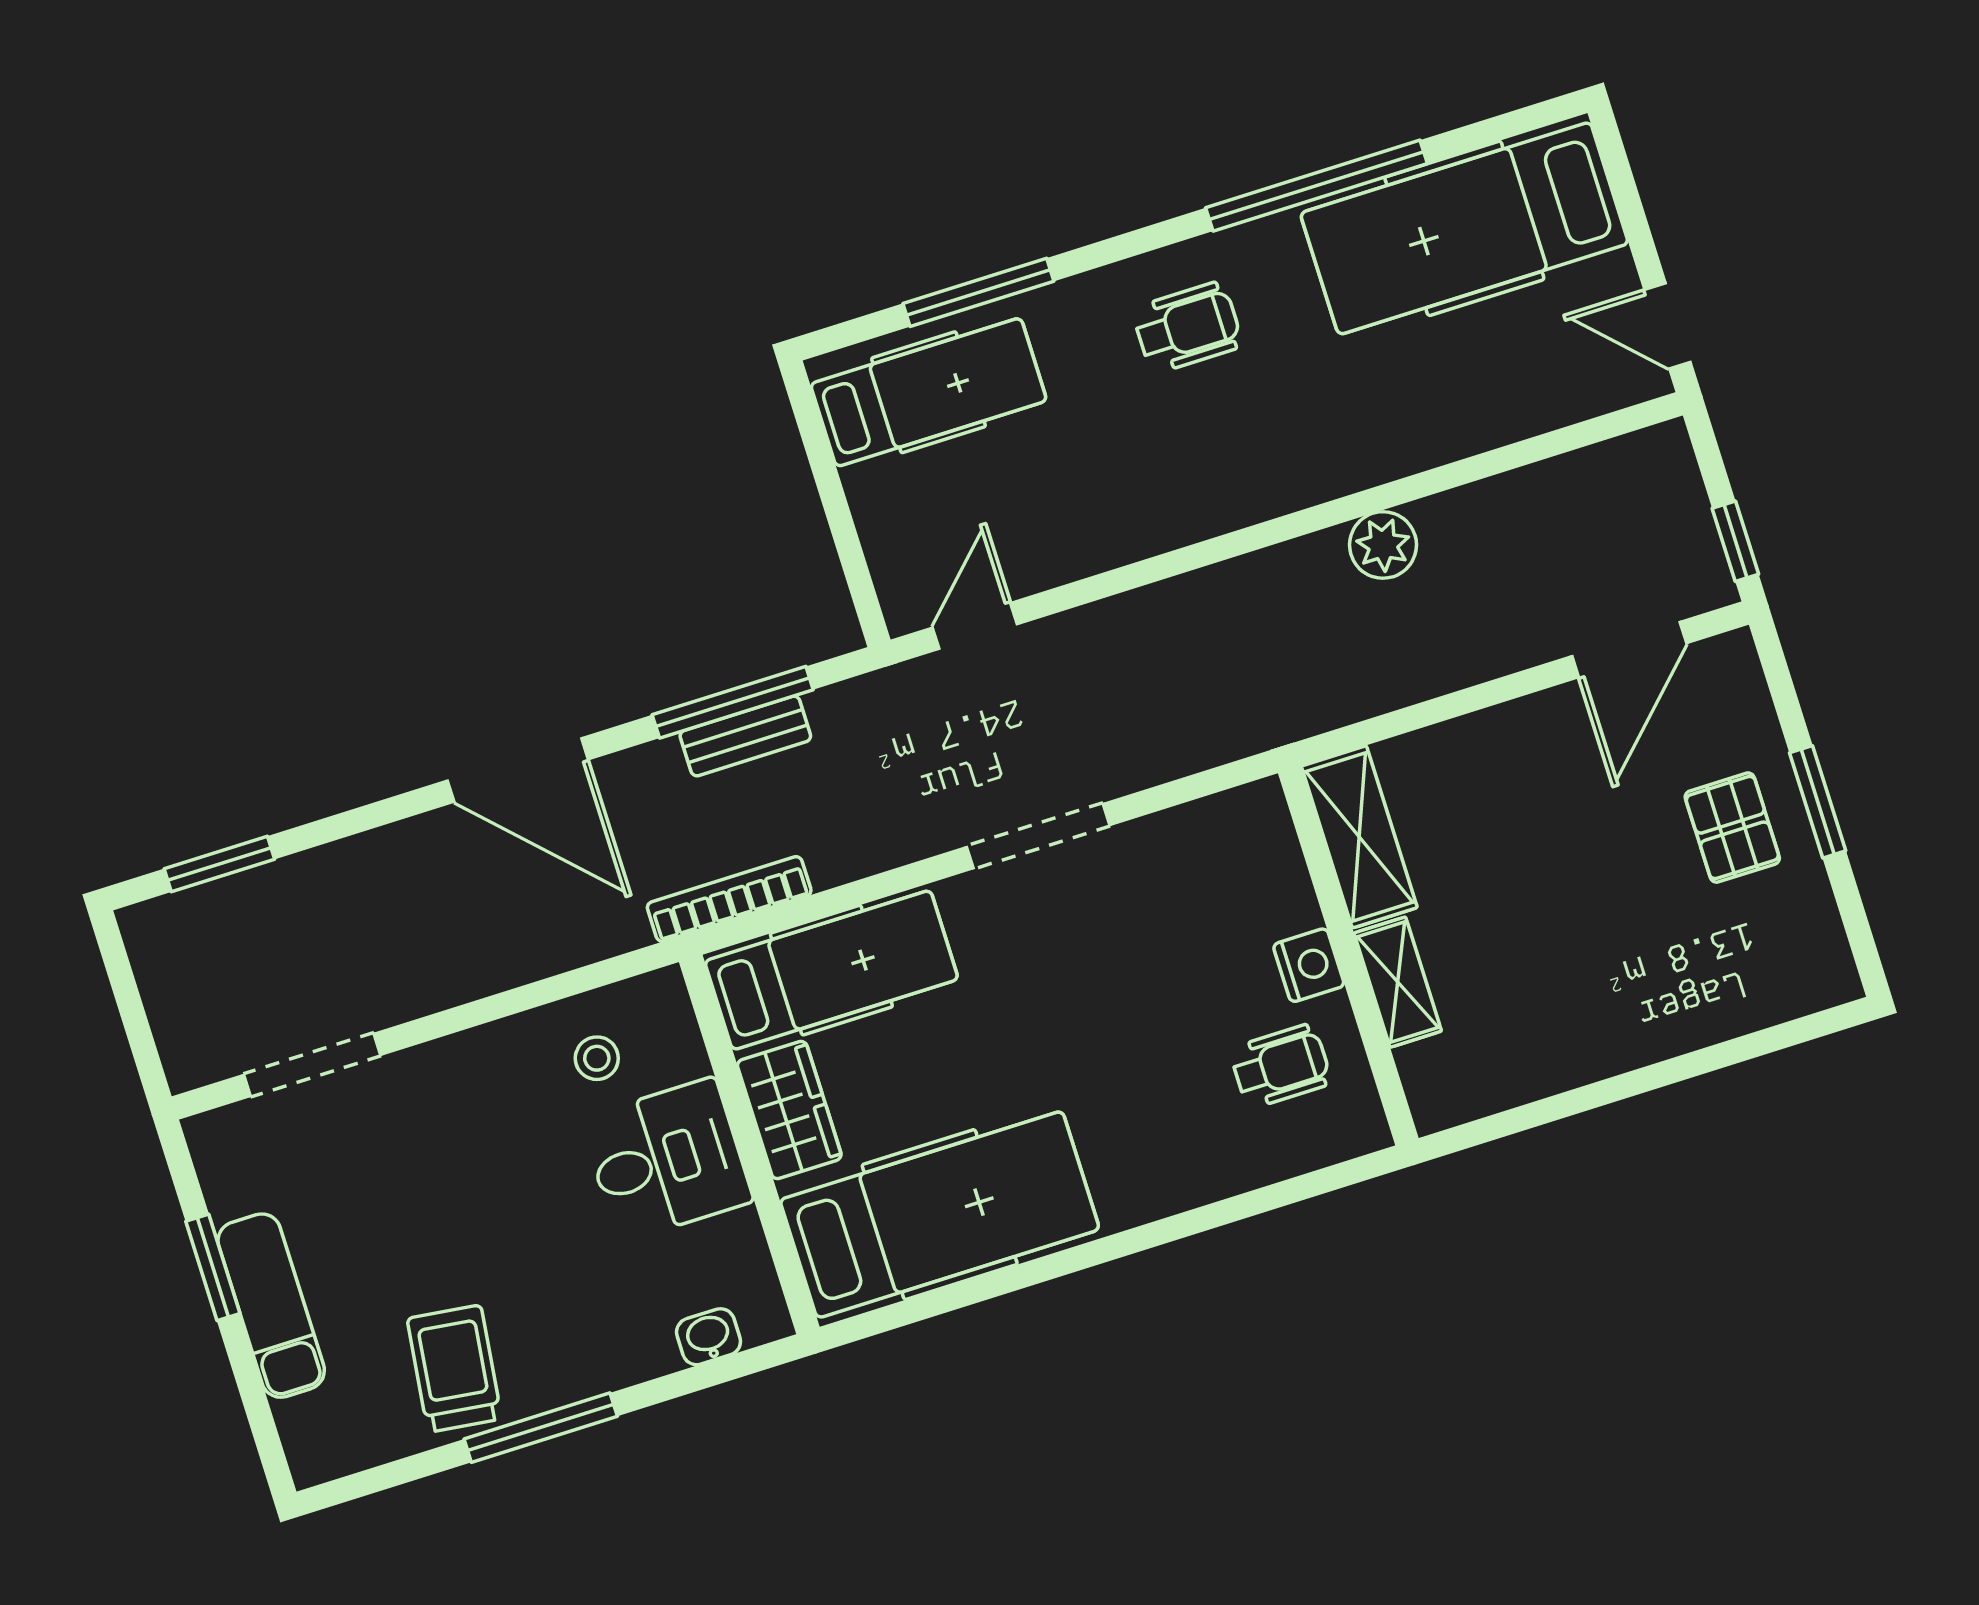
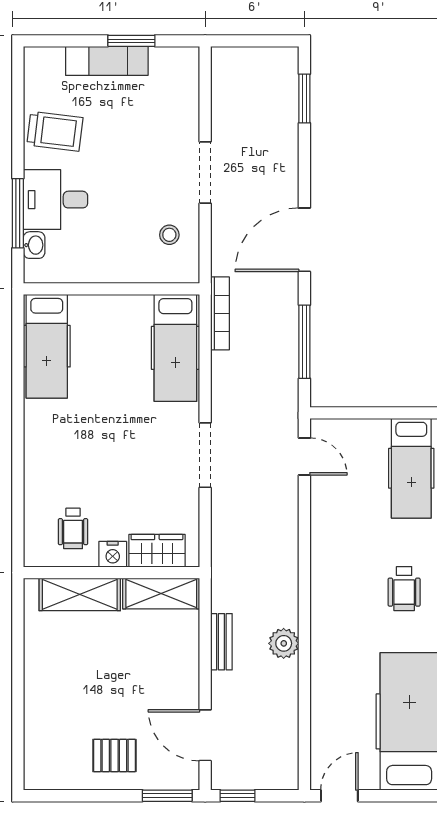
bench: (745, 736) -> (221, 642), moved
window: (1818, 802) -> (167, 796), moved
shelving: (1398, 982) -> (80, 594), width x1.50, depth x1.33
doorway: (312, 1065) -> (205, 173), moved
wardrobe: (789, 1110) -> (157, 551), moved, turned 180
desk: (667, 1160) -> (56, 200), moved, turned 90
hospital bed: (940, 1215) -> (47, 346), width x0.73, depth x0.78
window: (541, 1428) -> (18, 213), moved

